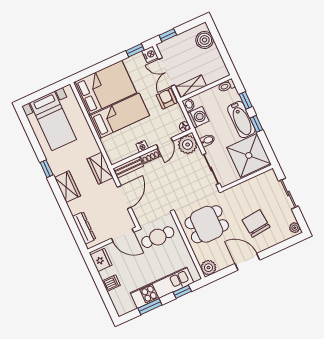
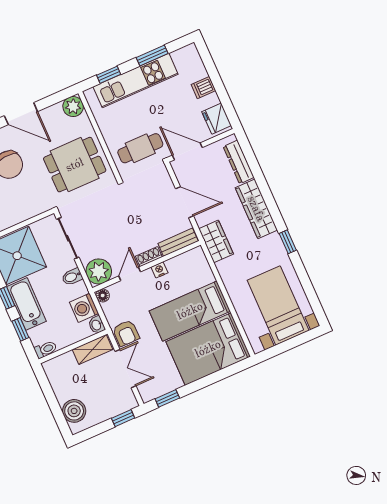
nightstand: (150, 54) -> (147, 393), removed
wardrobe: (67, 187) -> (256, 209), width x1.50
door: (124, 197) -> (184, 202), swing flipped

